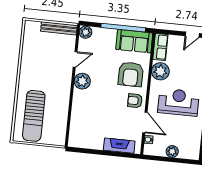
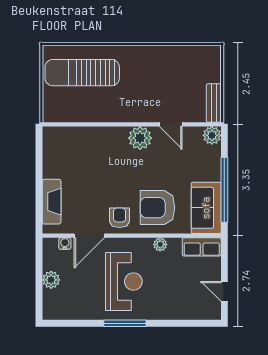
bench: (59, 28) -> (214, 103), width x0.73
plant: (160, 71) -> (160, 244), width x0.53, depth x0.53

